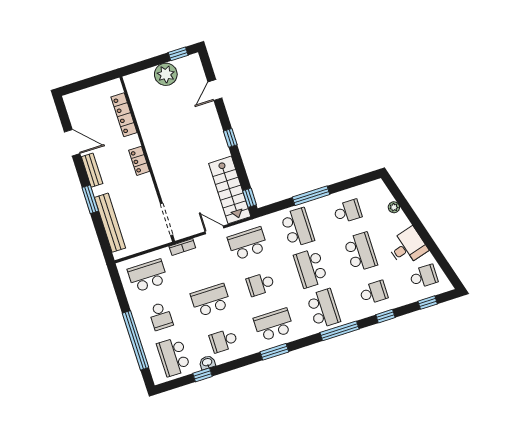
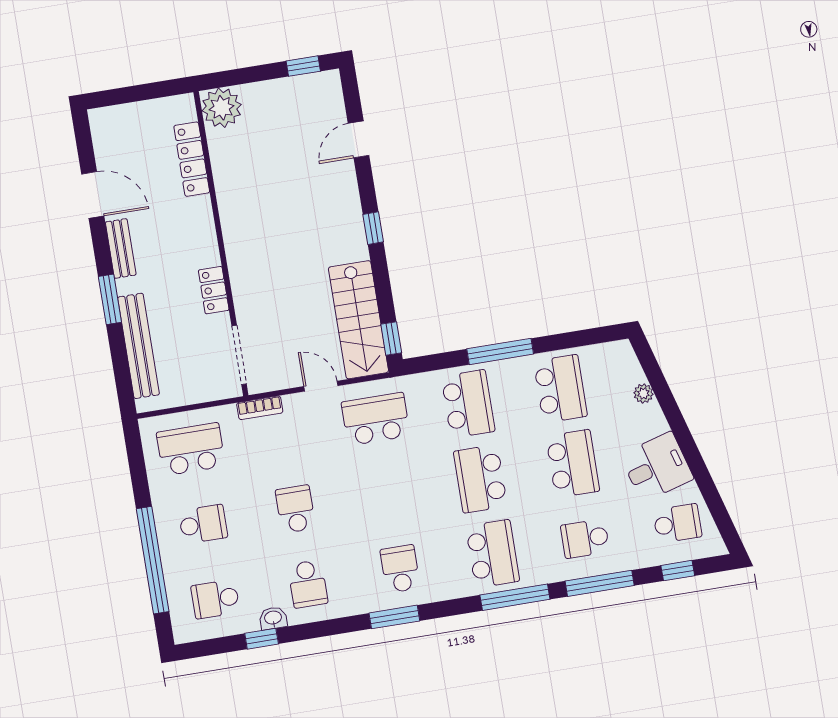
plant: (166, 74) -> (222, 108), moved
locker: (139, 161) -> (214, 290), moved
school desk: (347, 211) -> (560, 389), width x1.85
school desk: (261, 284) -> (388, 494), removed
school desk: (374, 293) -> (585, 539), turned 180
school desk: (211, 300) -> (295, 509), width x0.54
school desk: (161, 316) -> (203, 524), turned -90
window: (385, 316) -> (600, 583), width x2.17
school desk: (274, 325) -> (400, 569), width x0.54
school desk: (224, 341) -> (308, 584), turned -90
school desk: (174, 357) -> (215, 599), width x0.54

